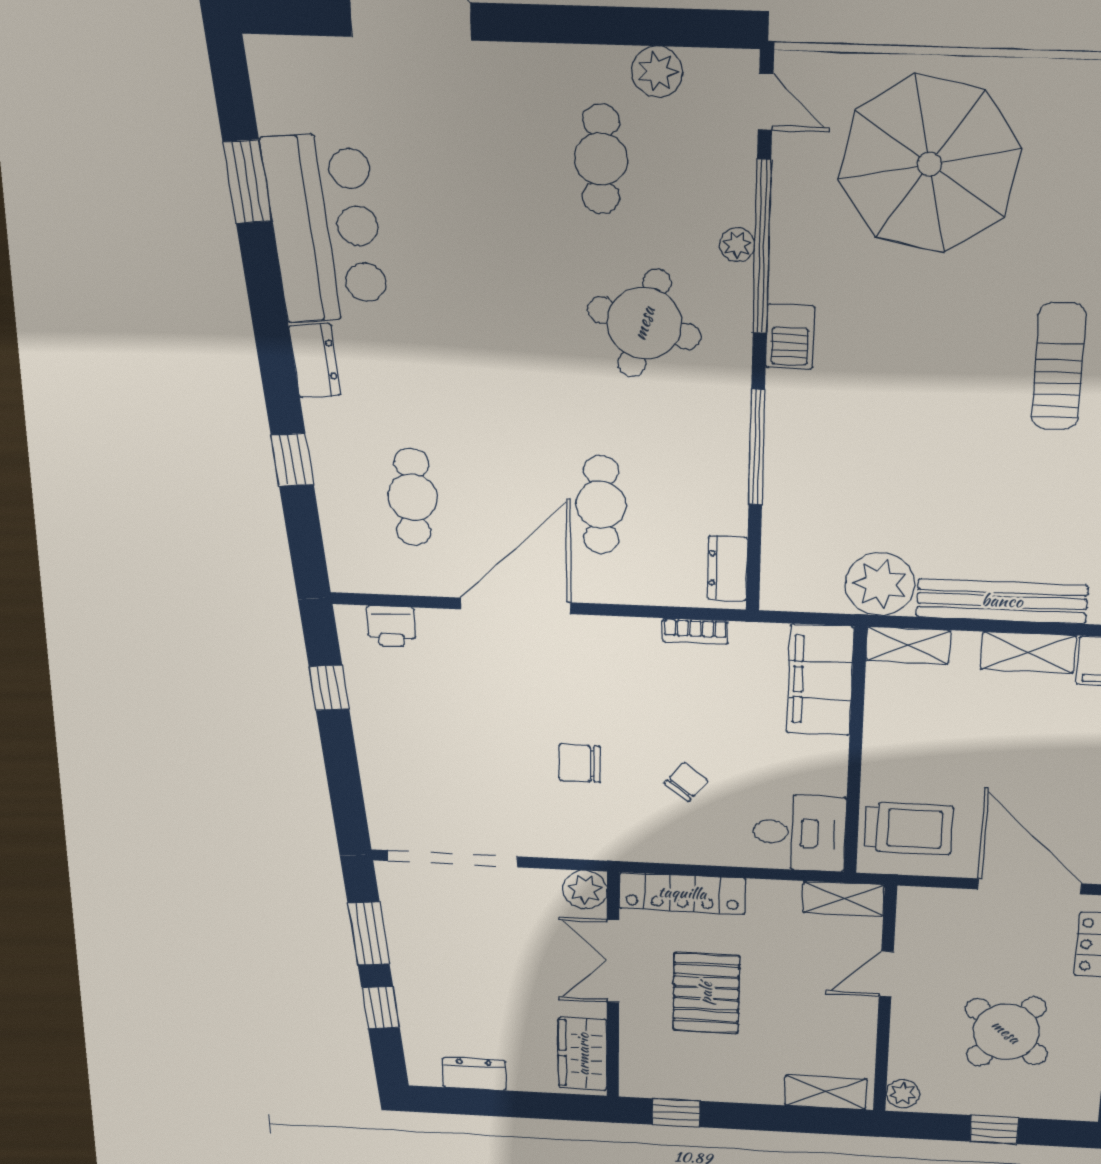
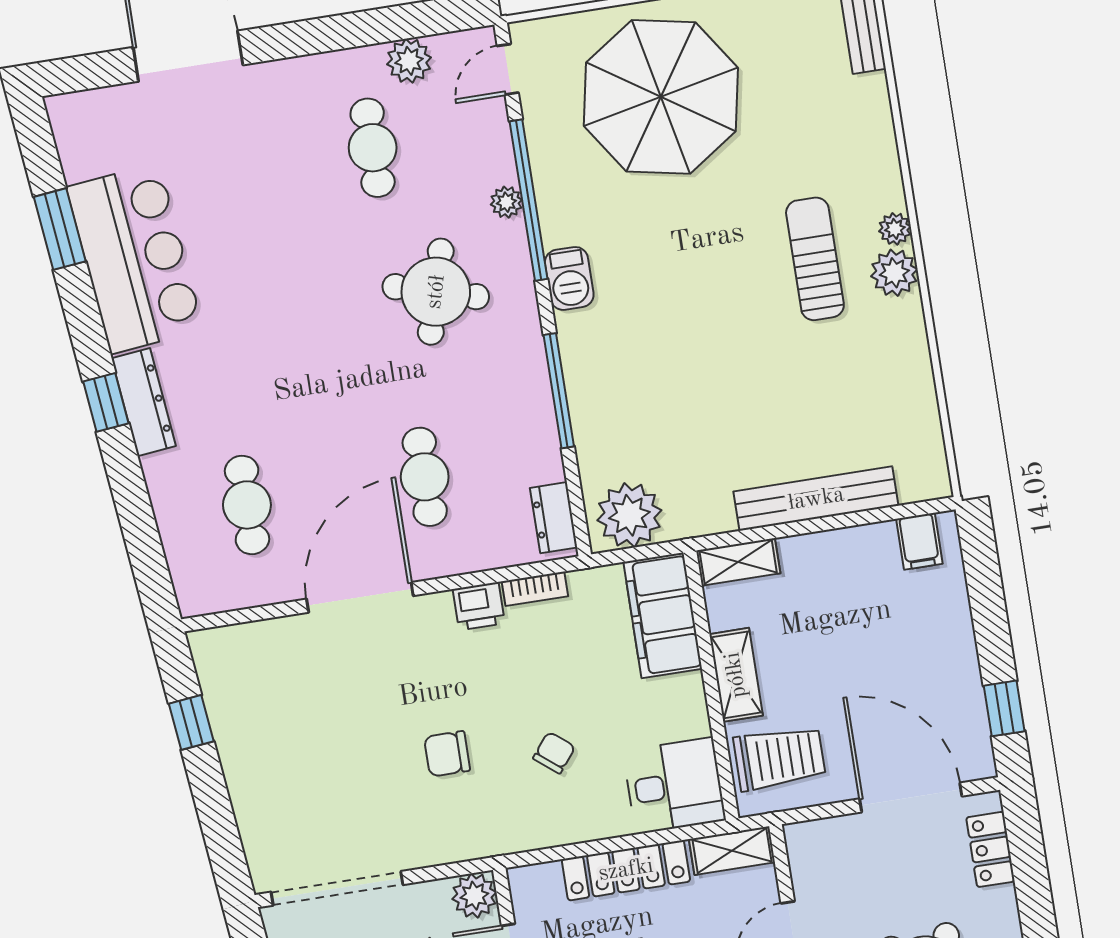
door: (766, 102) -> (508, 69), swing flipped
dresser: (315, 361) -> (144, 402), width x1.44
window: (292, 460) -> (106, 402), moved
plant: (880, 584) -> (629, 515), moved
printer: (391, 626) -> (479, 606), moved
shelving: (1028, 652) -> (736, 675), moved, turned 90
locker: (682, 893) -> (626, 870), moved

